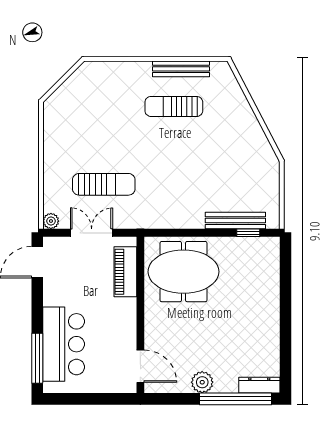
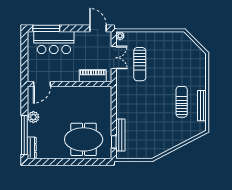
meeting table: (183, 272) -> (84, 139), moved, turned 90

